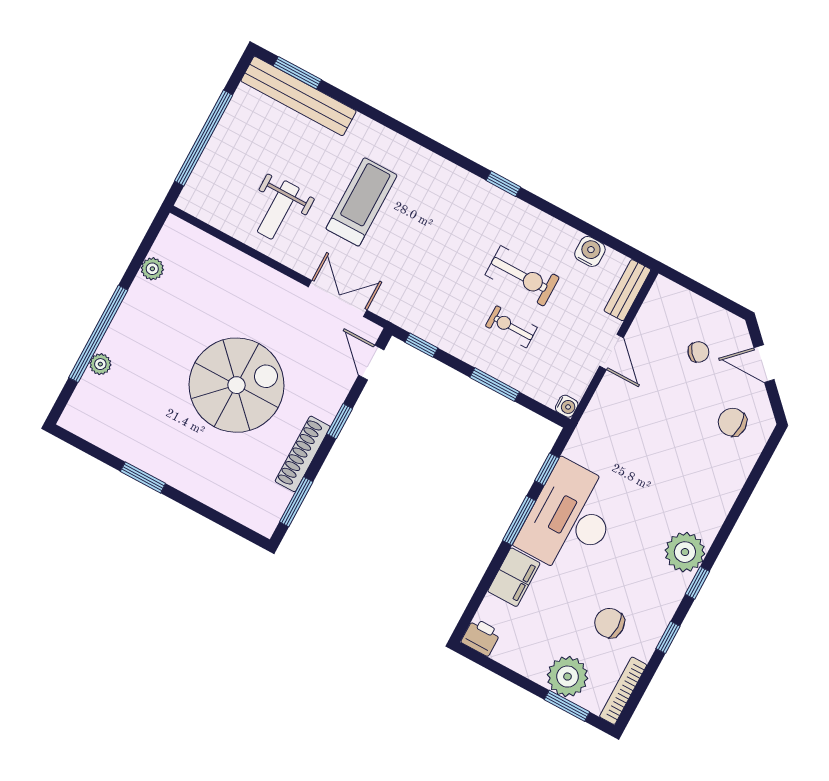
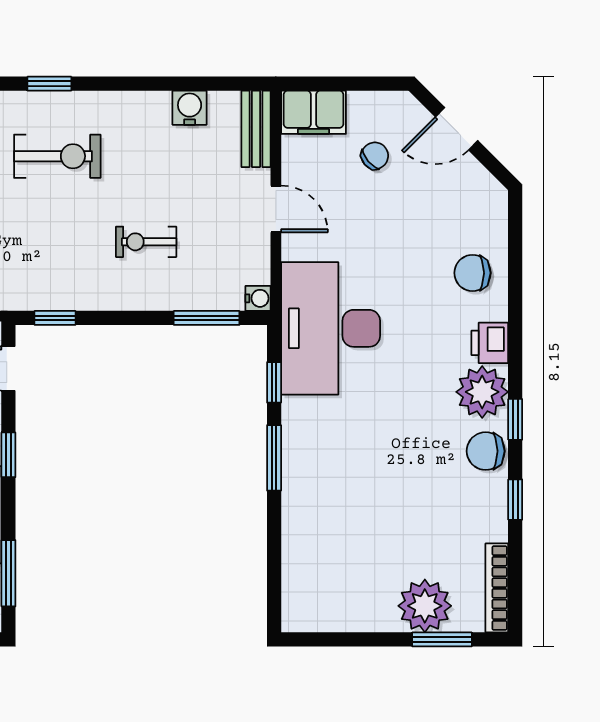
exercise bike: (522, 276) -> (57, 156), moved
window: (495, 385) -> (207, 318), moved
chair: (732, 422) -> (473, 273), moved
desk: (570, 518) -> (331, 328), moved
filing cabinet: (514, 577) -> (314, 112), moved, turned 90
chair: (610, 623) -> (486, 451), moved
printer: (481, 637) -> (490, 343), moved, turned -90

